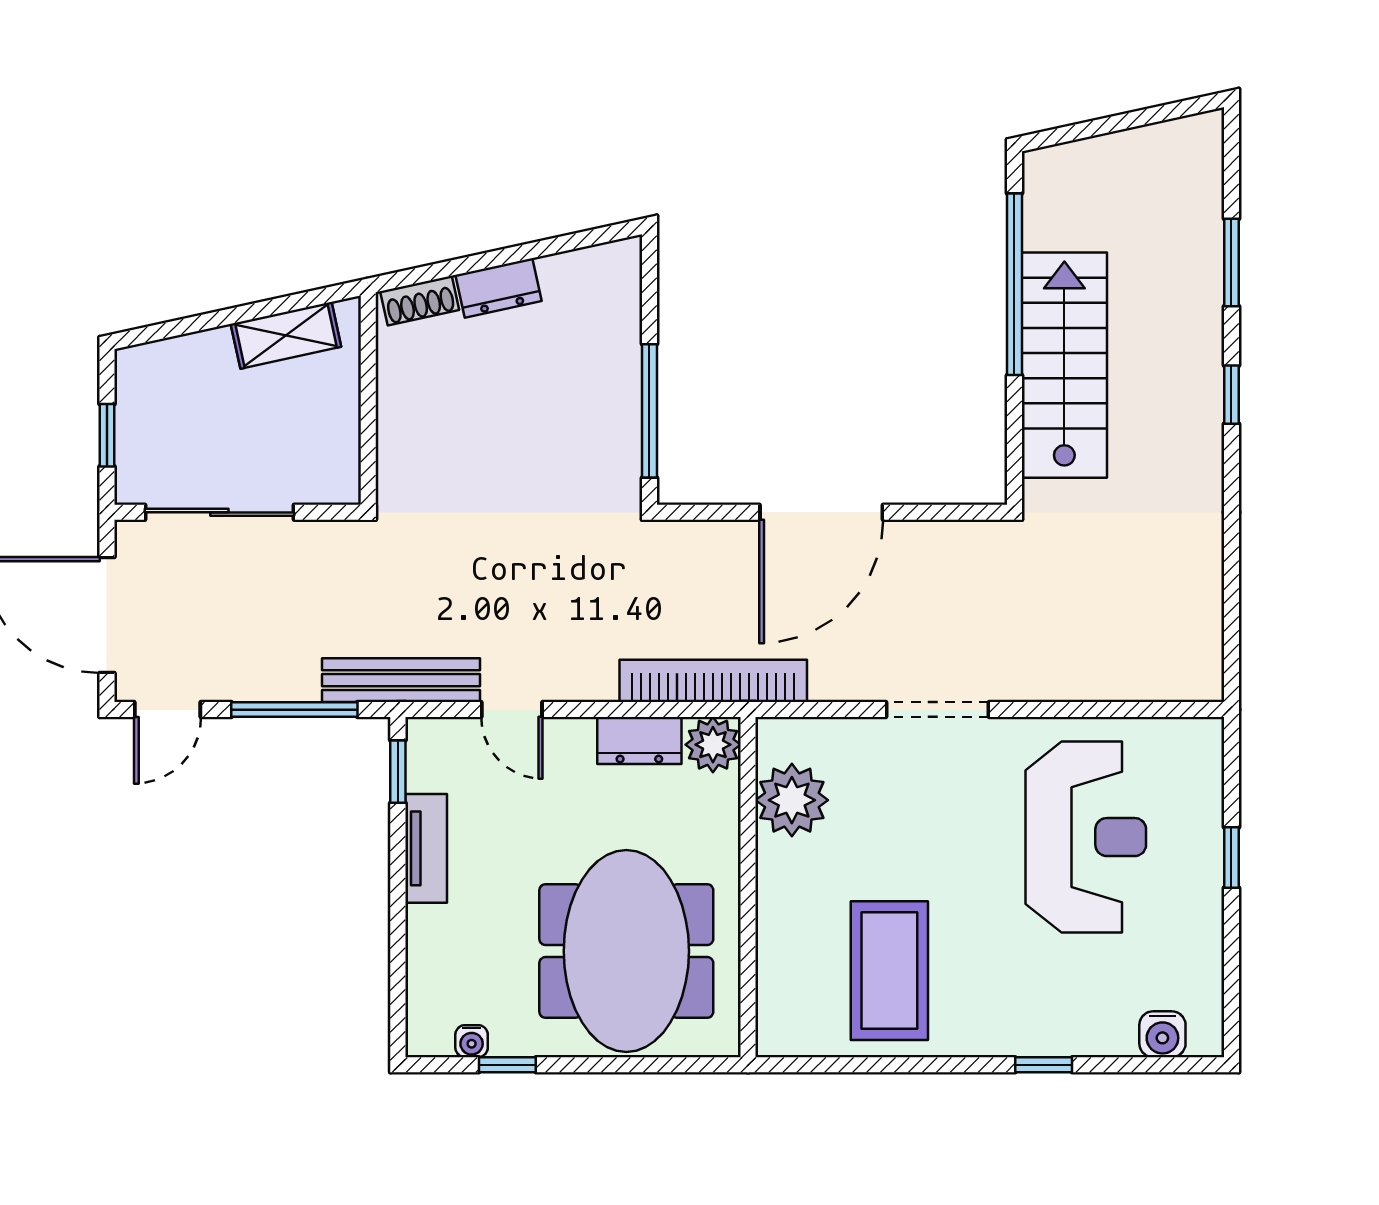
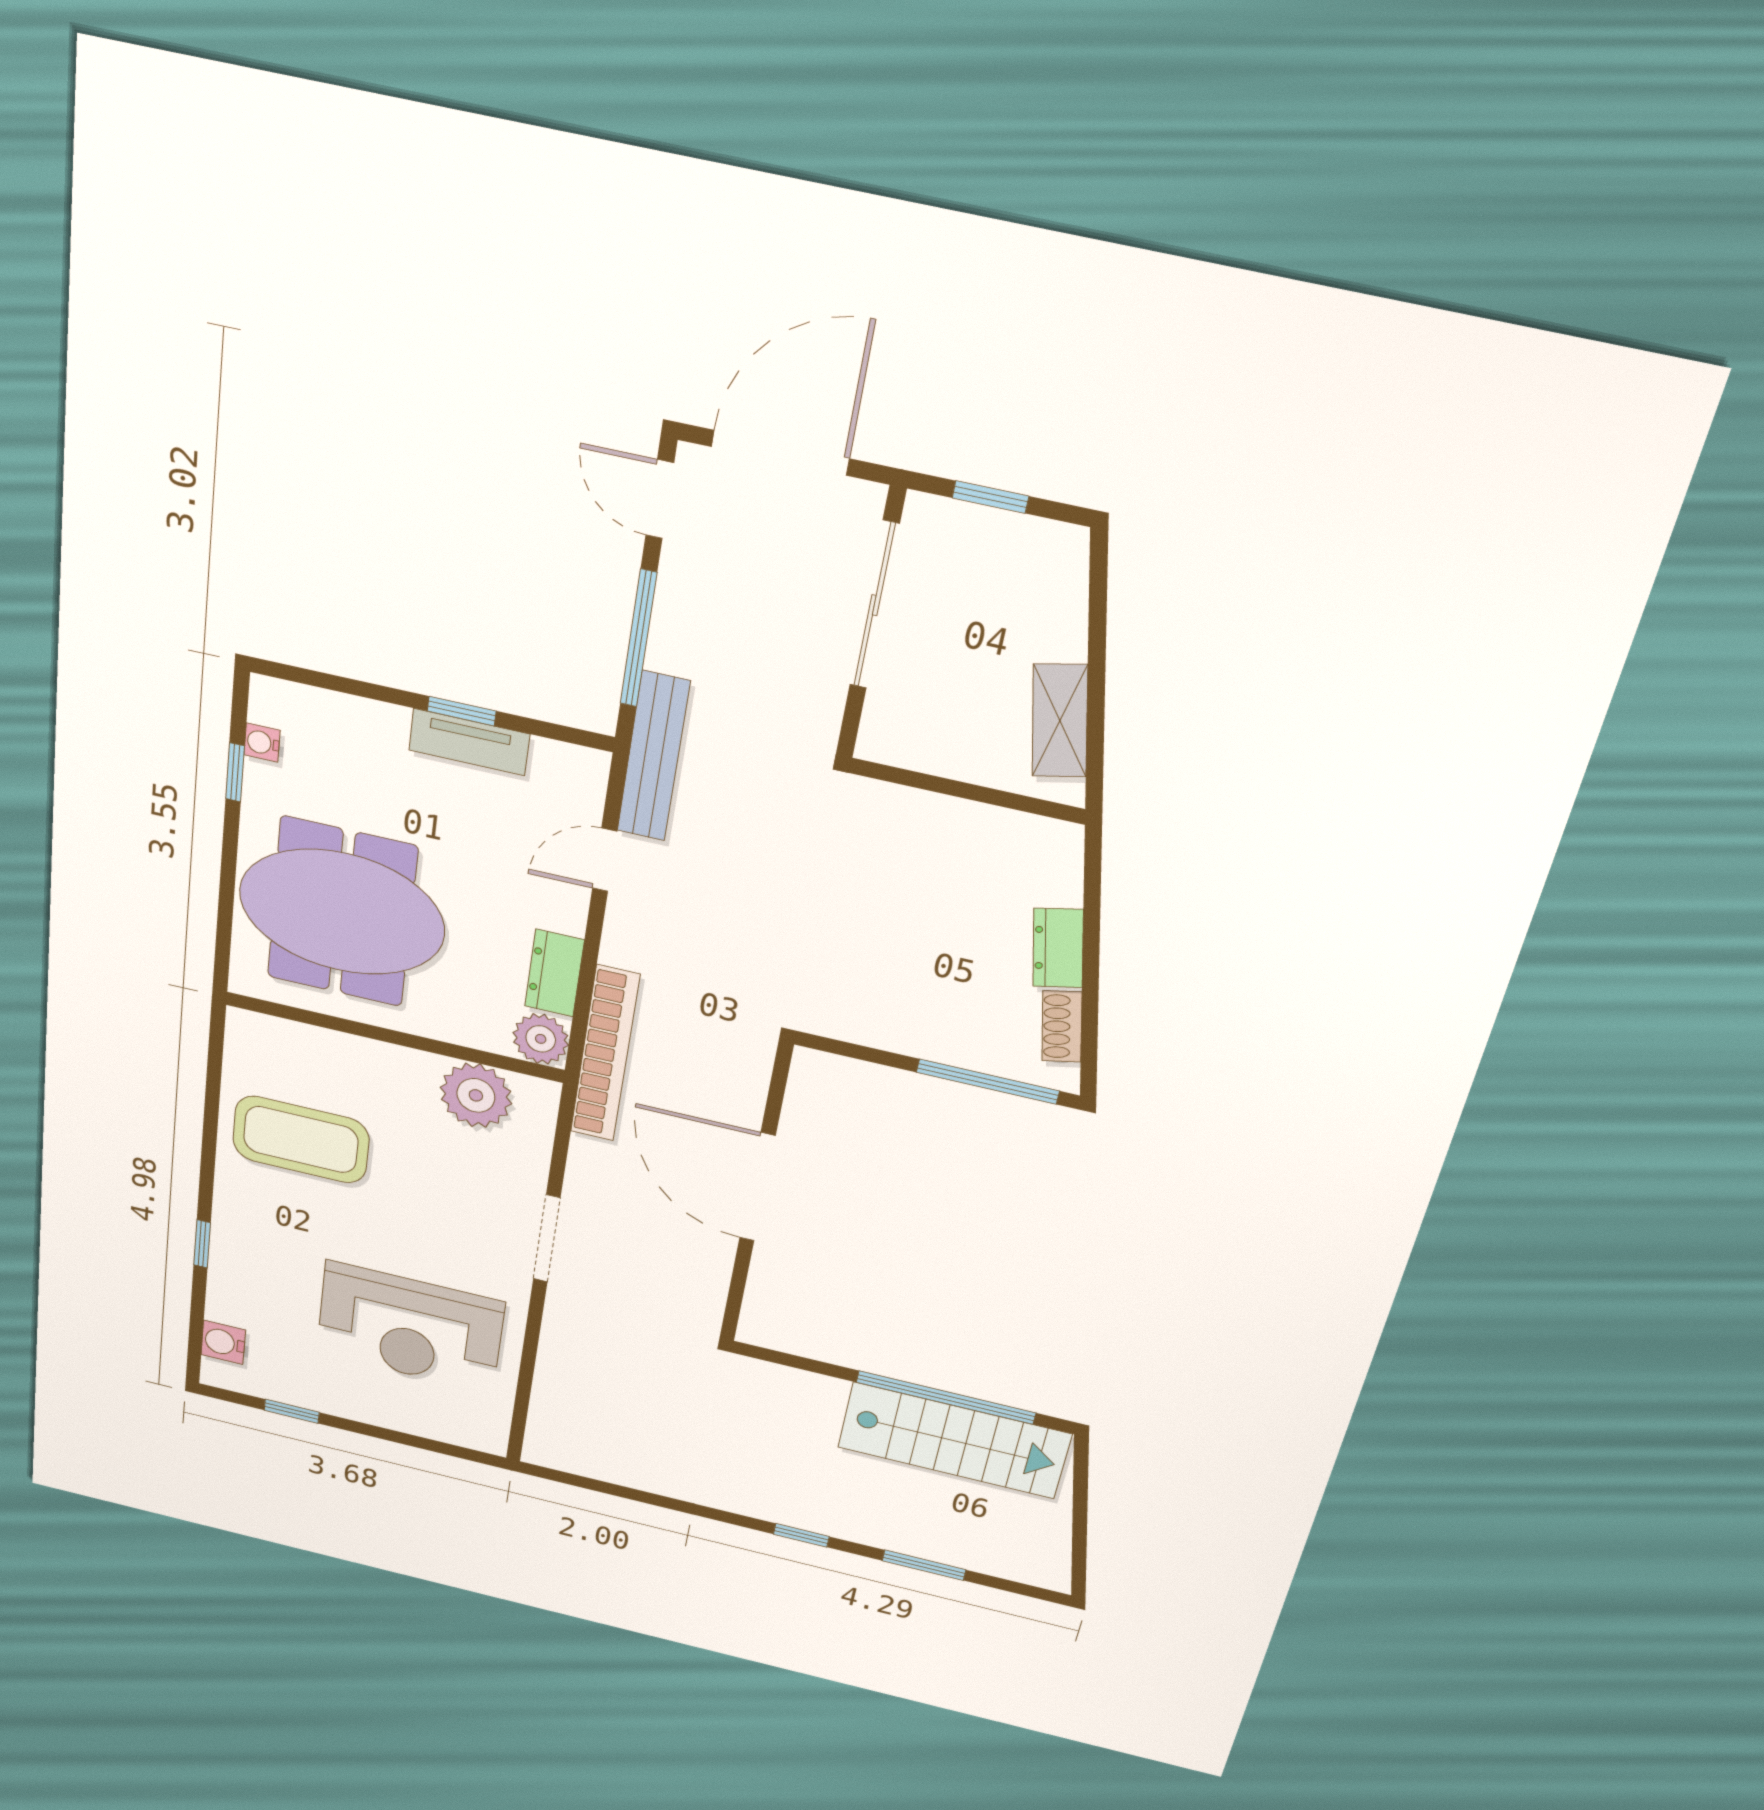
shoe rack: (420, 301) -> (1062, 1026), moved
stairs: (1064, 365) -> (954, 1441), moved
window: (649, 411) -> (988, 1082), moved
window: (398, 772) -> (462, 711), moved
window: (1231, 857) -> (292, 1411), moved

